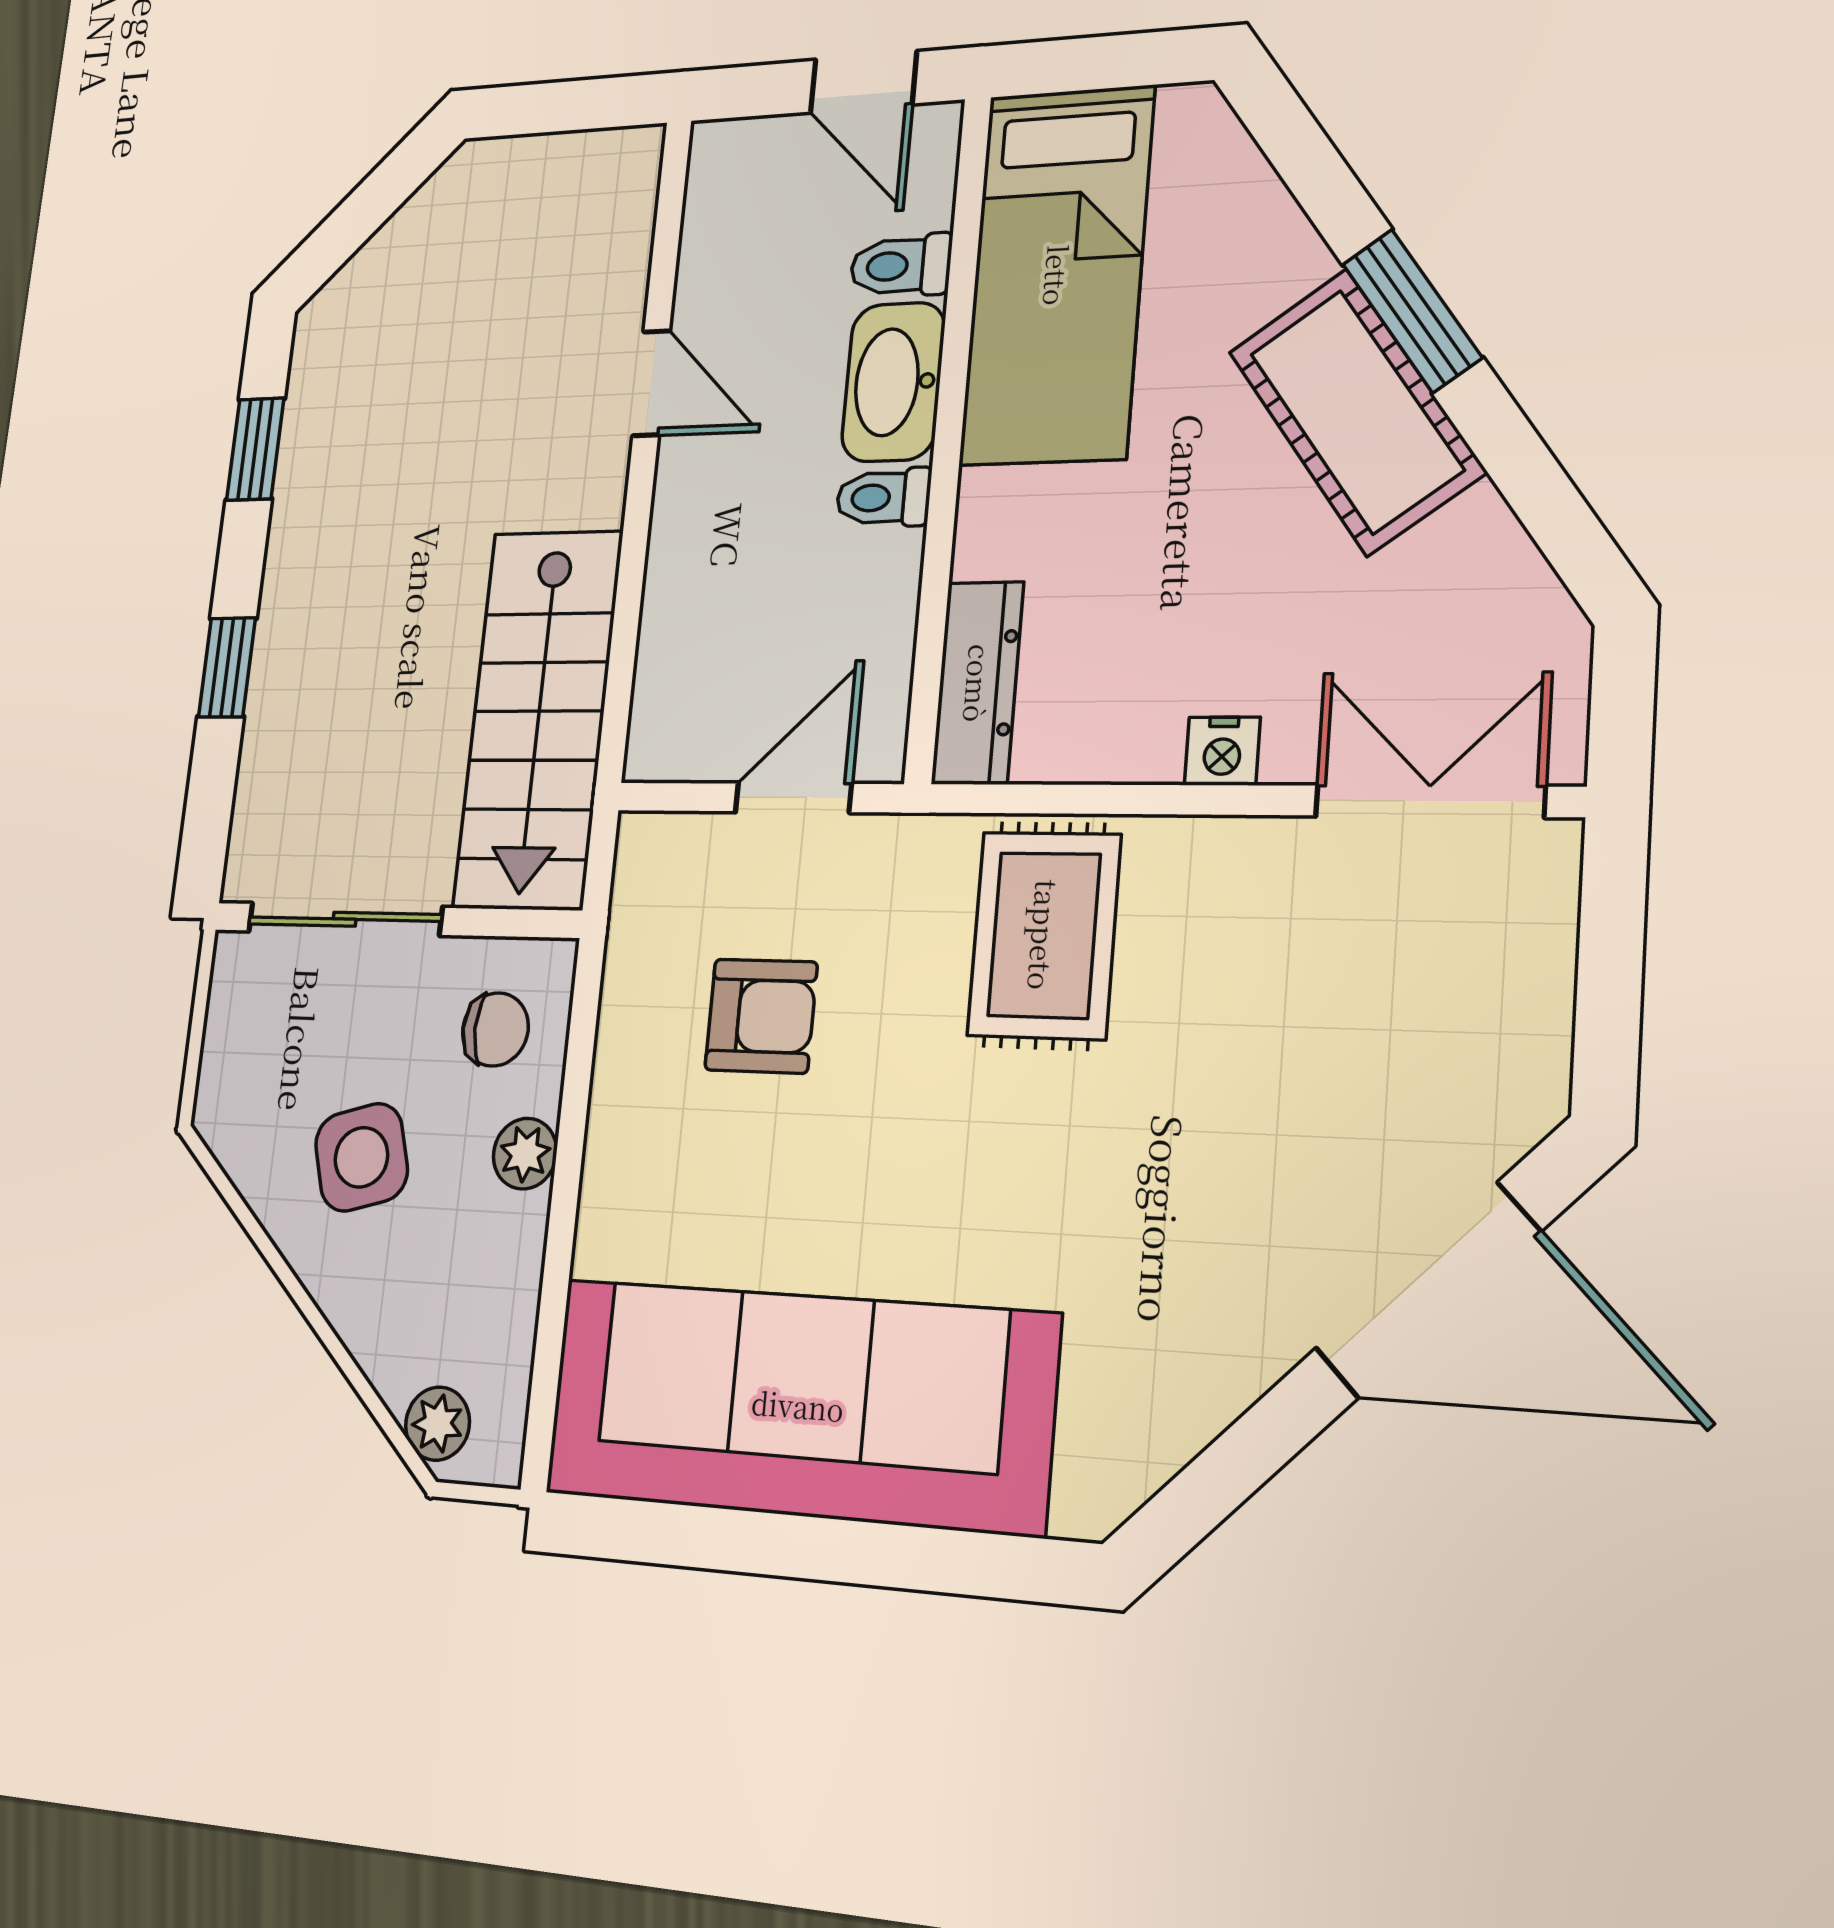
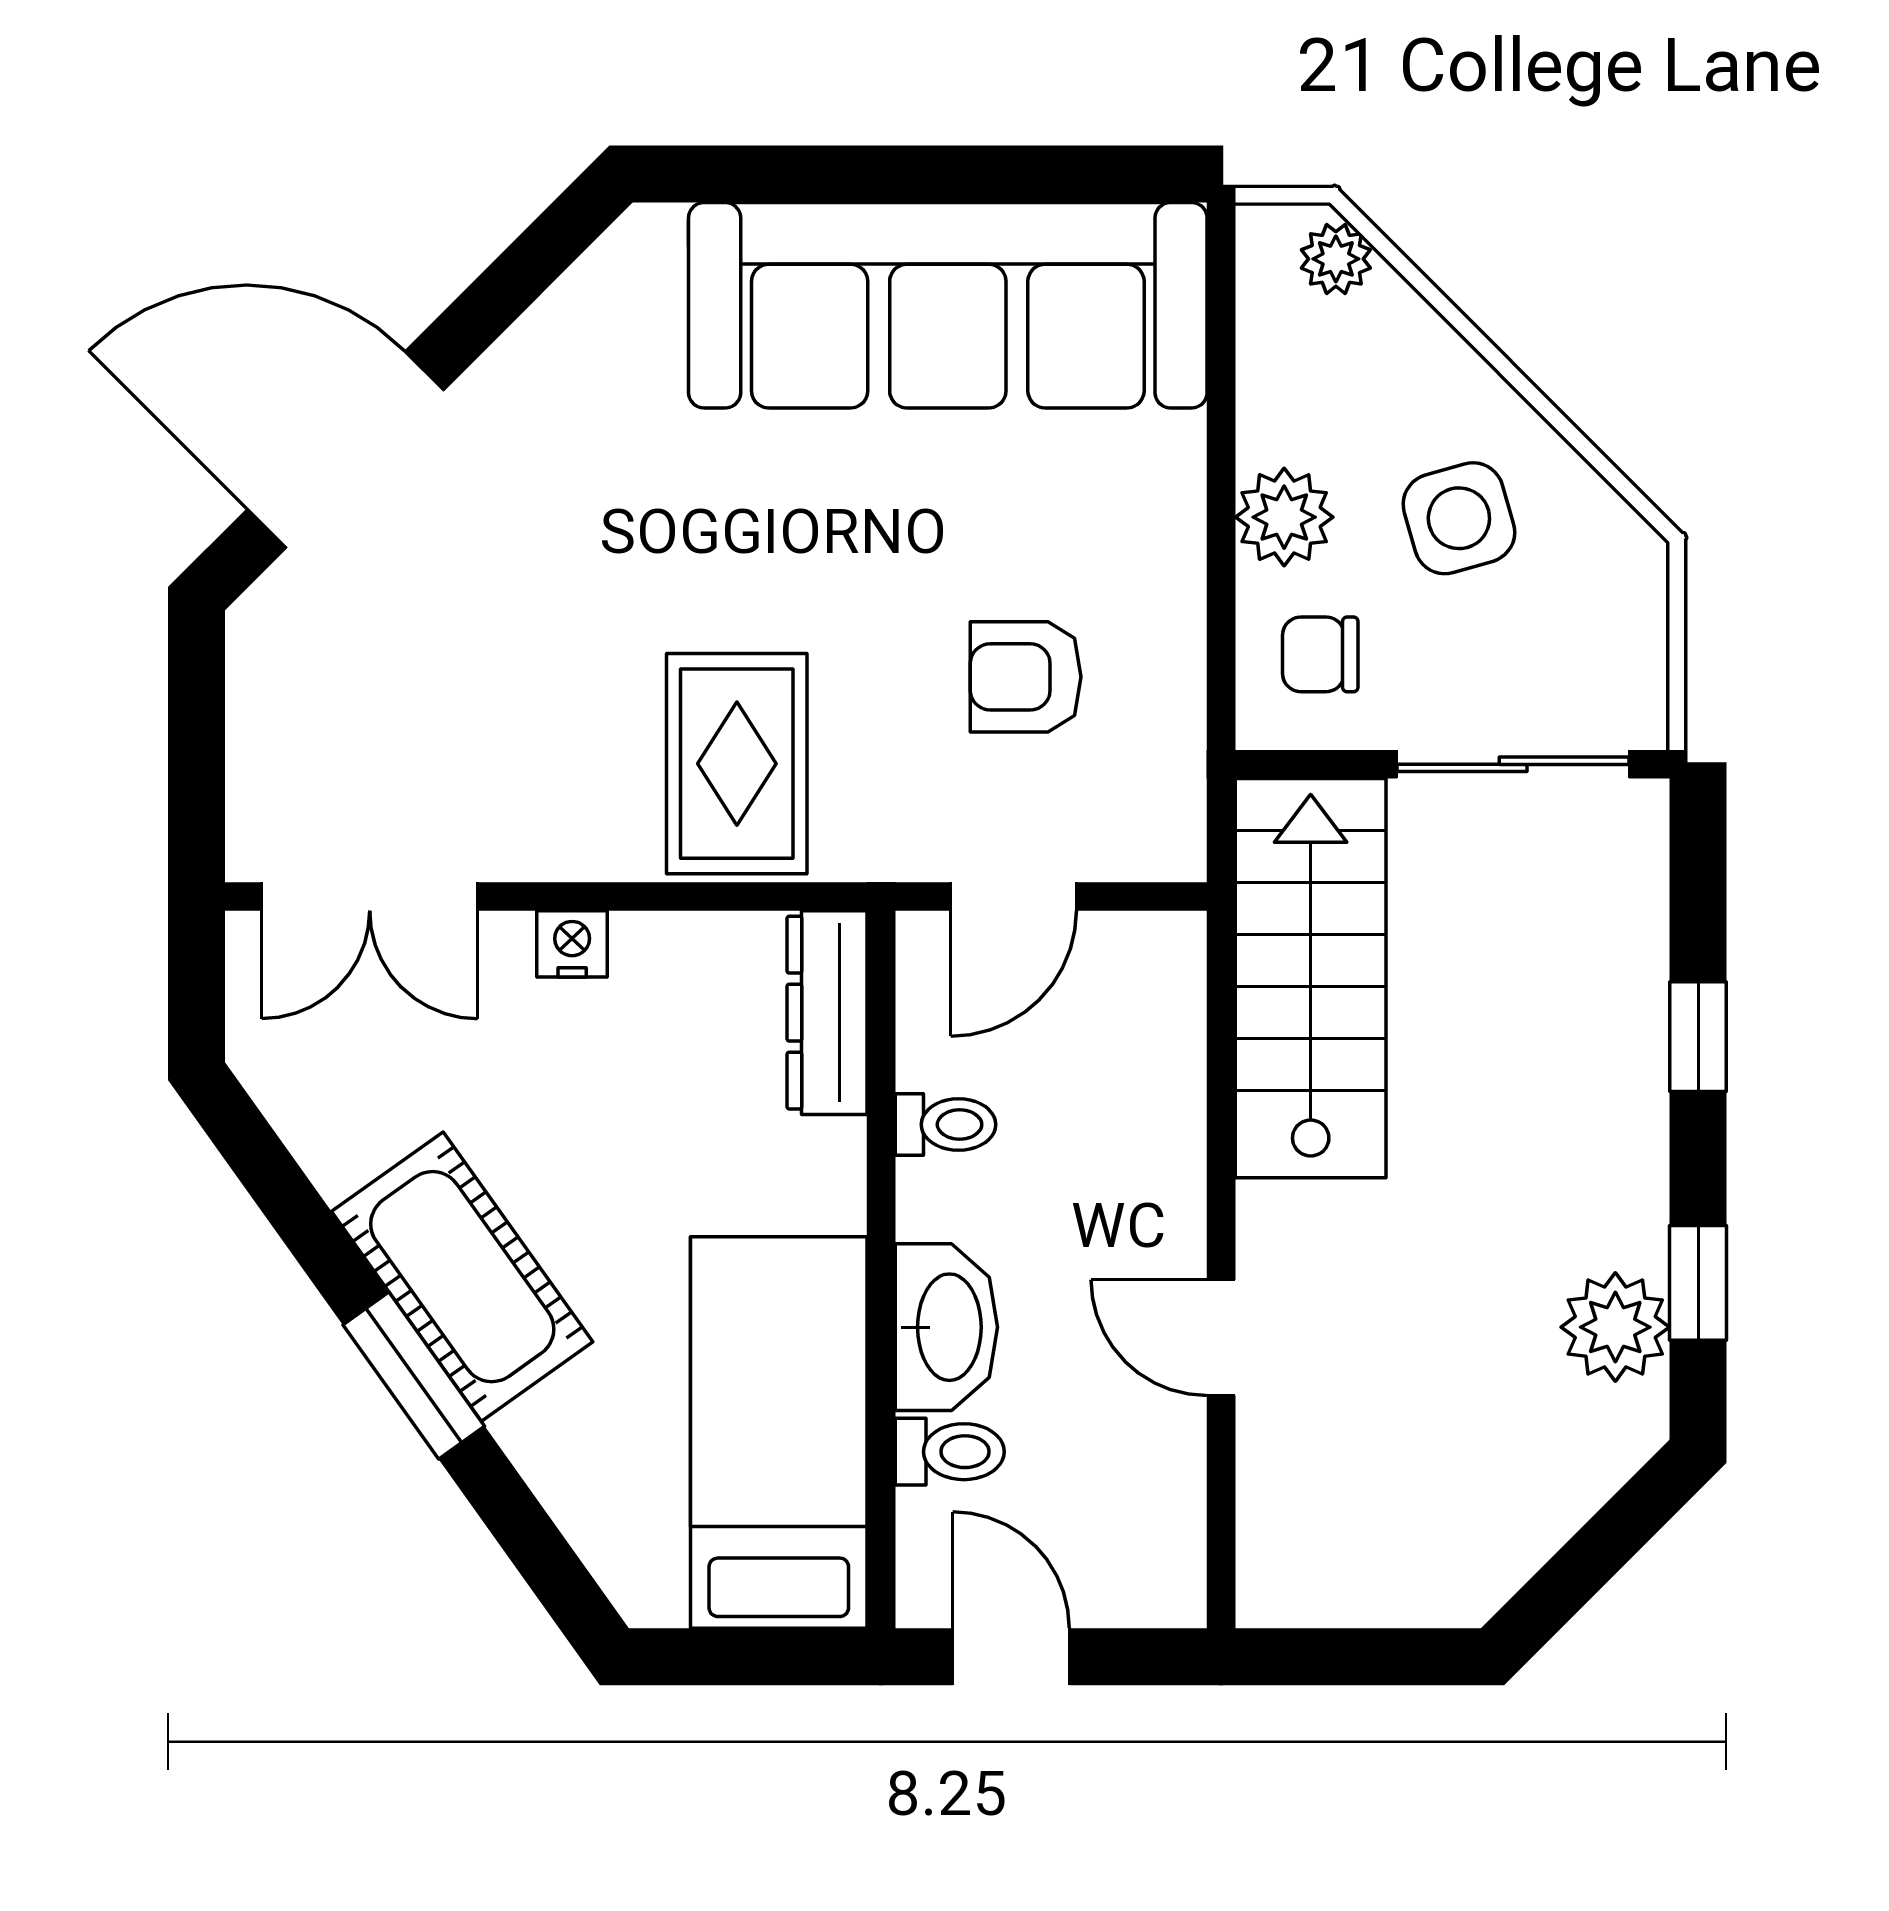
plant: (325, 408) -> (1615, 1327), added
toilet: (884, 498) -> (945, 1125), moved
plant: (525, 1154) -> (1284, 517), width x1.38, depth x1.38

